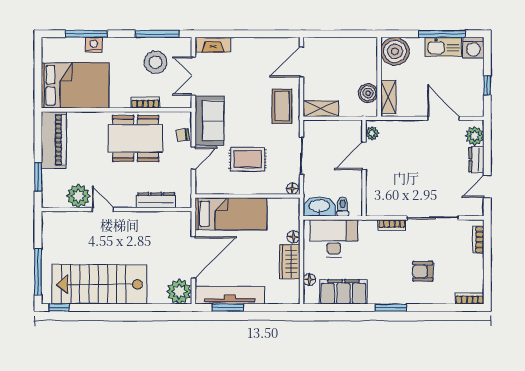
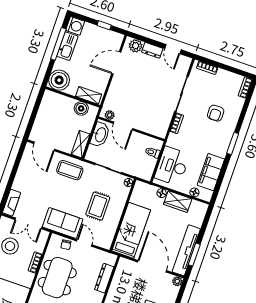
washbasin: (319, 206) -> (100, 135), moved, turned 180
plant: (179, 292) -> (177, 281), width x0.53, depth x0.53

